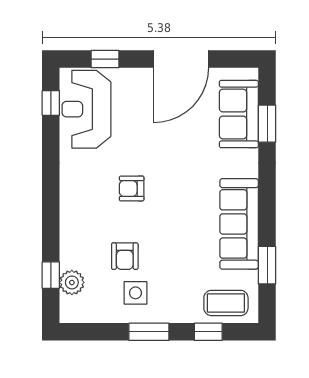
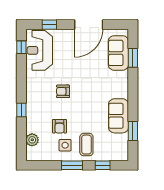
sofa: (239, 224) -> (119, 116), width x0.73
window: (51, 275) -> (21, 110), moved
coffee table: (226, 303) -> (86, 145), moved, turned 90

